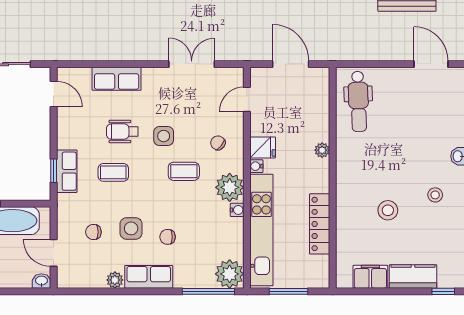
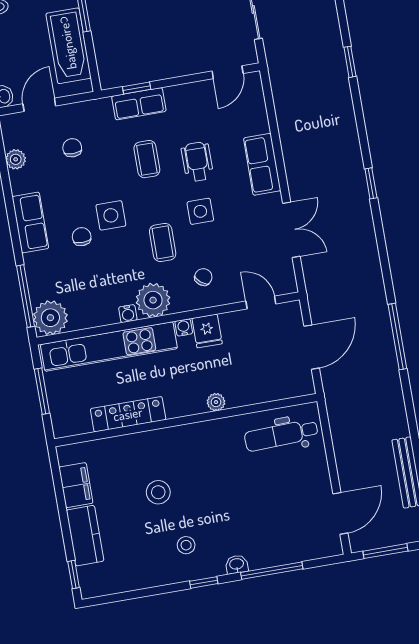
row of seats: (117, 79) -> (262, 164), moved
side table: (131, 228) -> (111, 215), moved
plant: (115, 280) -> (16, 159), moved

